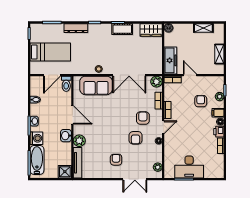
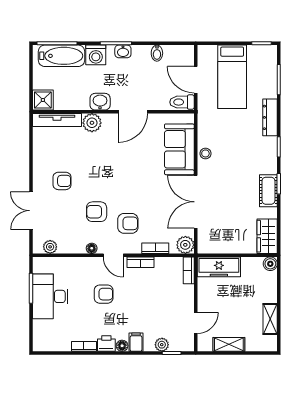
door: (190, 75) -> (196, 323), moved
armchair: (201, 101) -> (104, 294), moved

